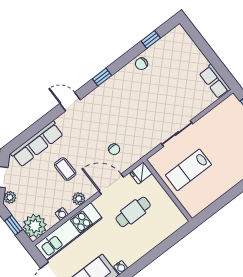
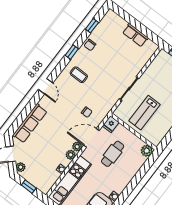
window: (102, 77) -> (72, 52), moved
row of seats: (215, 81) -> (135, 35), moved
door: (70, 102) -> (46, 86), swing flipped
coffee table: (65, 169) -> (79, 75), moved
plant: (178, 220) -> (147, 151), added
plant: (35, 226) -> (77, 147), moved, width x0.53, depth x0.53

